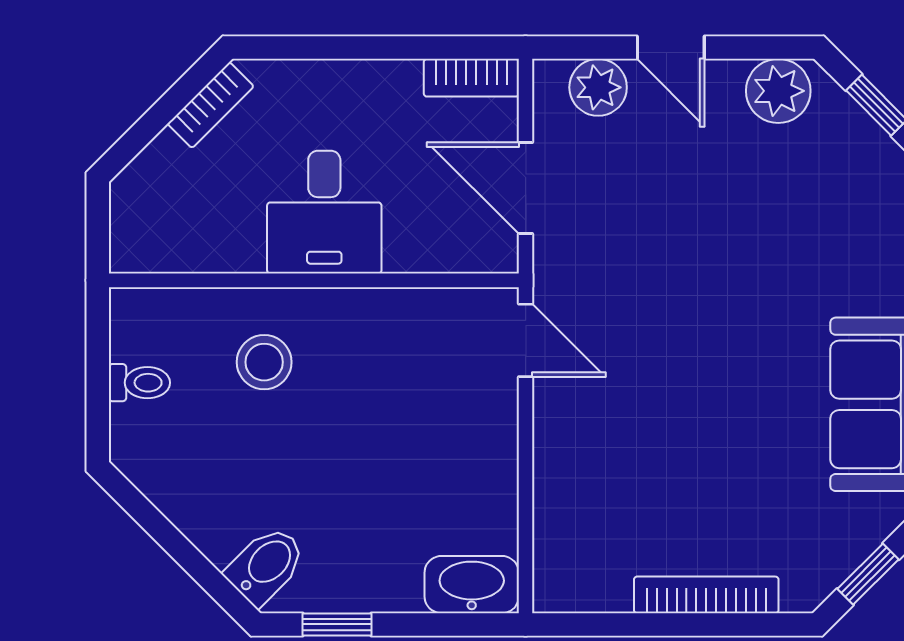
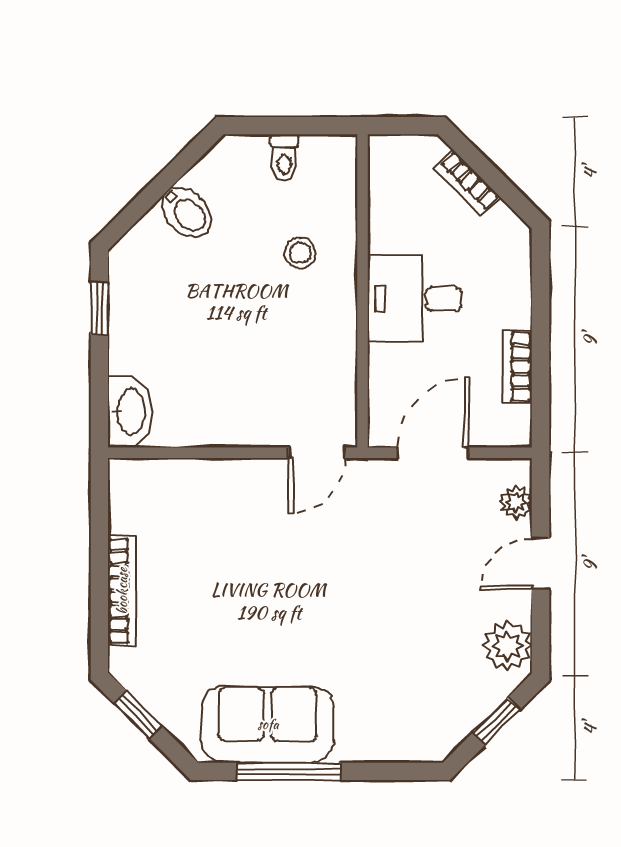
bookcase: (471, 78) -> (517, 367), moved
plant: (598, 87) -> (516, 502), width x0.73, depth x0.73
bookcase: (211, 105) -> (467, 183), moved
stool: (264, 362) -> (300, 253), width x0.73, depth x0.73
bidet: (266, 565) -> (187, 212), moved

